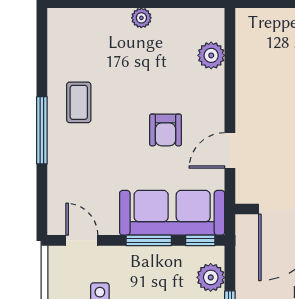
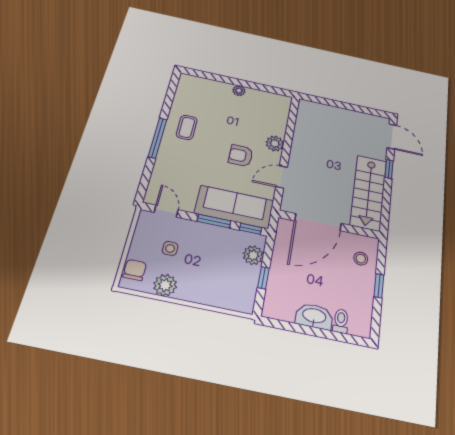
plant: (211, 55) -> (275, 143), moved
armchair: (166, 130) -> (241, 156), turned 90

